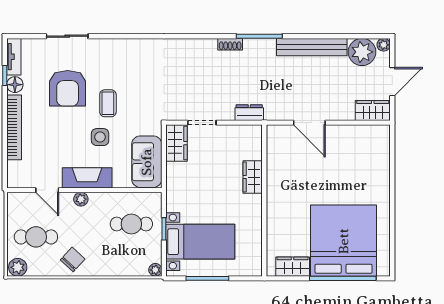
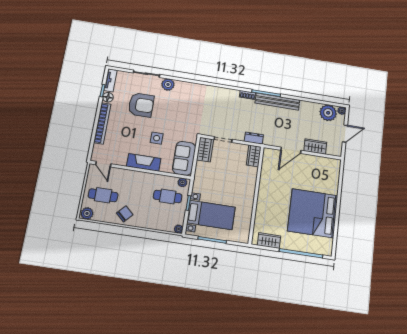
bench: (312, 47) -> (277, 102), moved
plant: (103, 48) -> (168, 84), added
armchair: (68, 88) -> (141, 105), turned -90
coffee table: (108, 103) -> (165, 118), removed
wardrobe: (373, 111) -> (315, 147), moved
door: (309, 123) -> (291, 150), hinge flipped
wardrobe: (253, 177) -> (254, 156), moved
door: (47, 190) -> (103, 164), moved
plant: (81, 199) -> (182, 182), moved
bed: (344, 241) -> (313, 213), moved, turned -90

